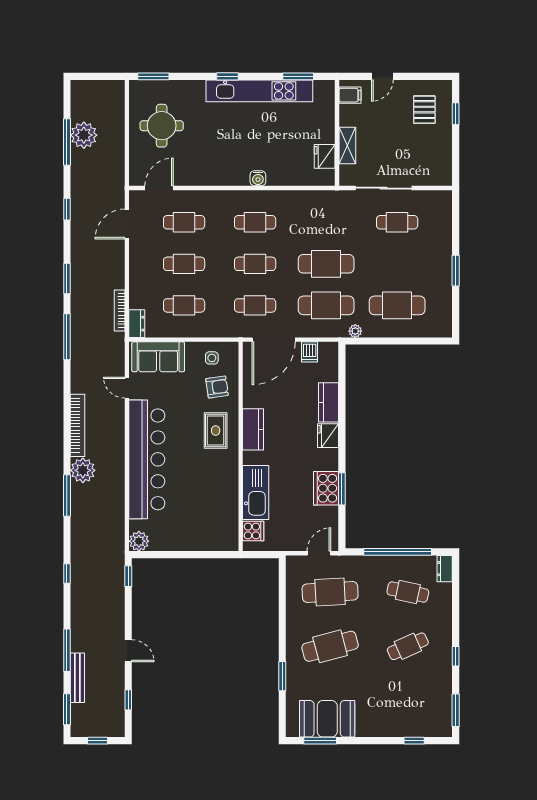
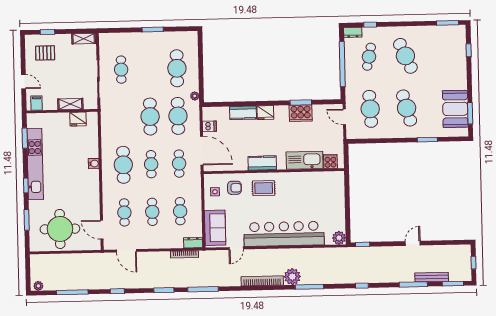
window: (153, 76) -> (27, 220), moved
round table: (162, 126) -> (60, 229), width x1.36, depth x1.36
plant: (84, 135) -> (38, 286), moved, width x0.53, depth x0.53
shelving: (444, 168) -> (84, 39), added
cafe table: (255, 222) -> (123, 165), width x1.37, depth x1.35
armchair: (217, 387) -> (234, 188), turned 98
cafe table: (408, 646) -> (405, 56), width x1.37, depth x1.35
window: (456, 656) -> (370, 25), moved
window: (128, 700) -> (446, 243), removed

